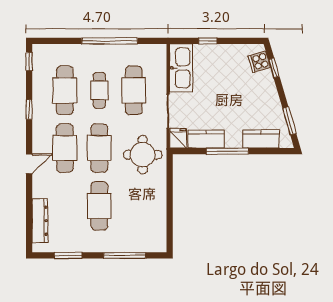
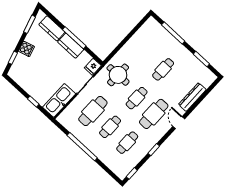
cooker: (259, 62) -> (27, 49), moved
cafe table: (65, 90) -> (127, 143), width x0.73, depth x0.74
kitchen counter: (206, 139) -> (71, 46), moved
cafe table: (99, 148) -> (137, 98), width x0.73, depth x0.74
door: (29, 164) -> (179, 123), hinge flipped
cafe table: (99, 206) -> (163, 69), width x0.73, depth x0.74
dresser: (40, 221) -> (192, 97), moved

